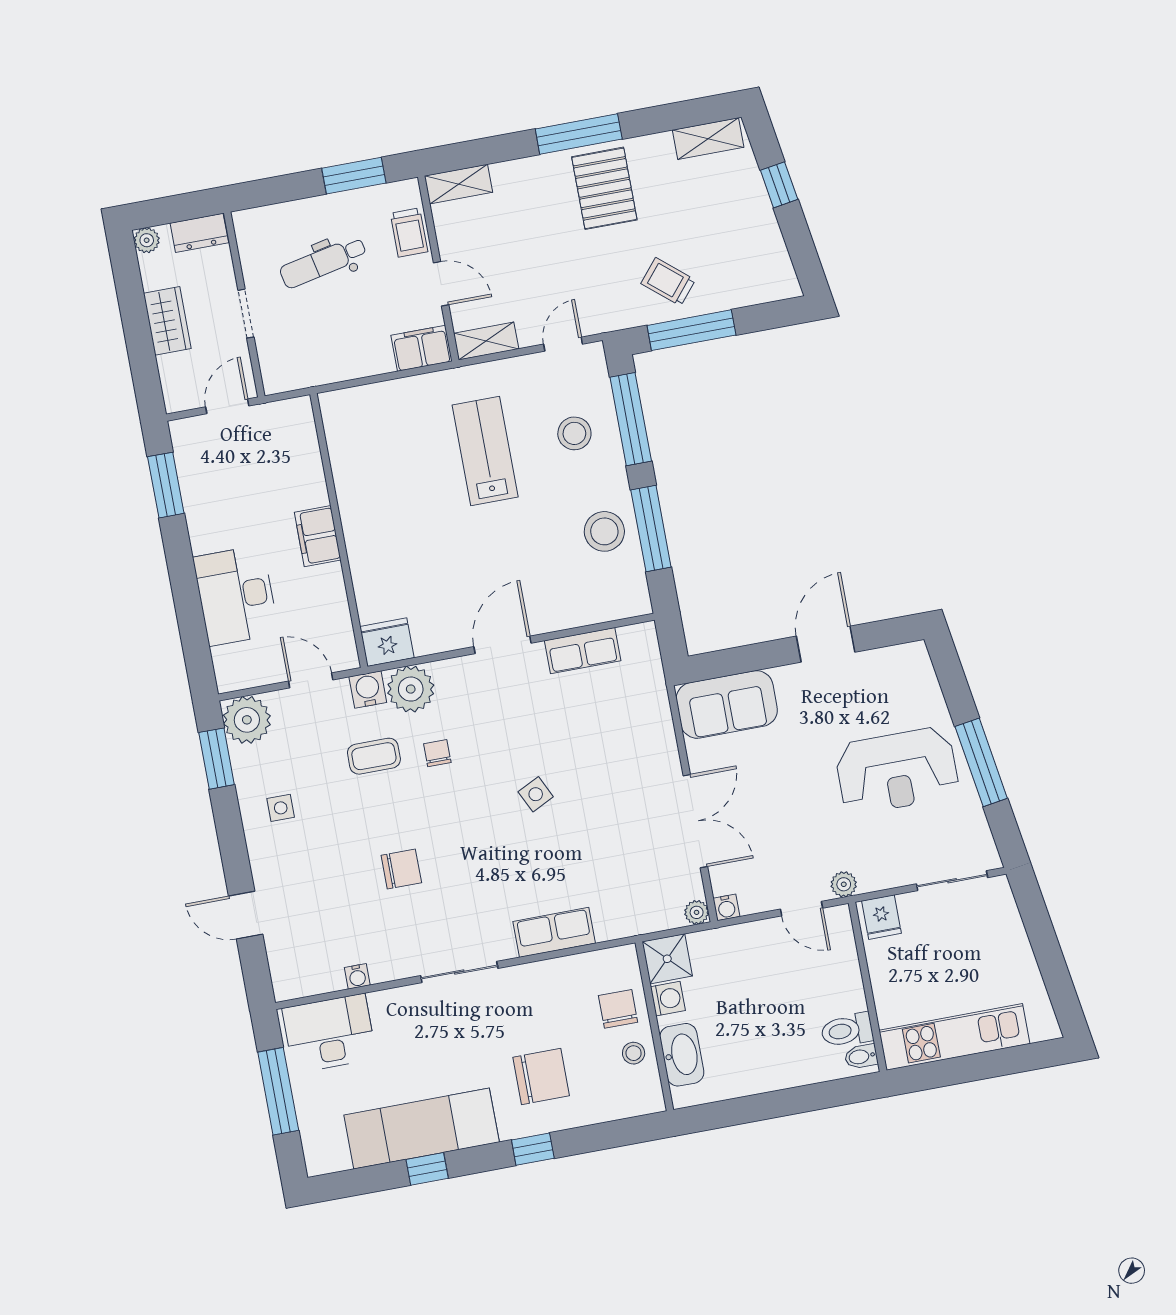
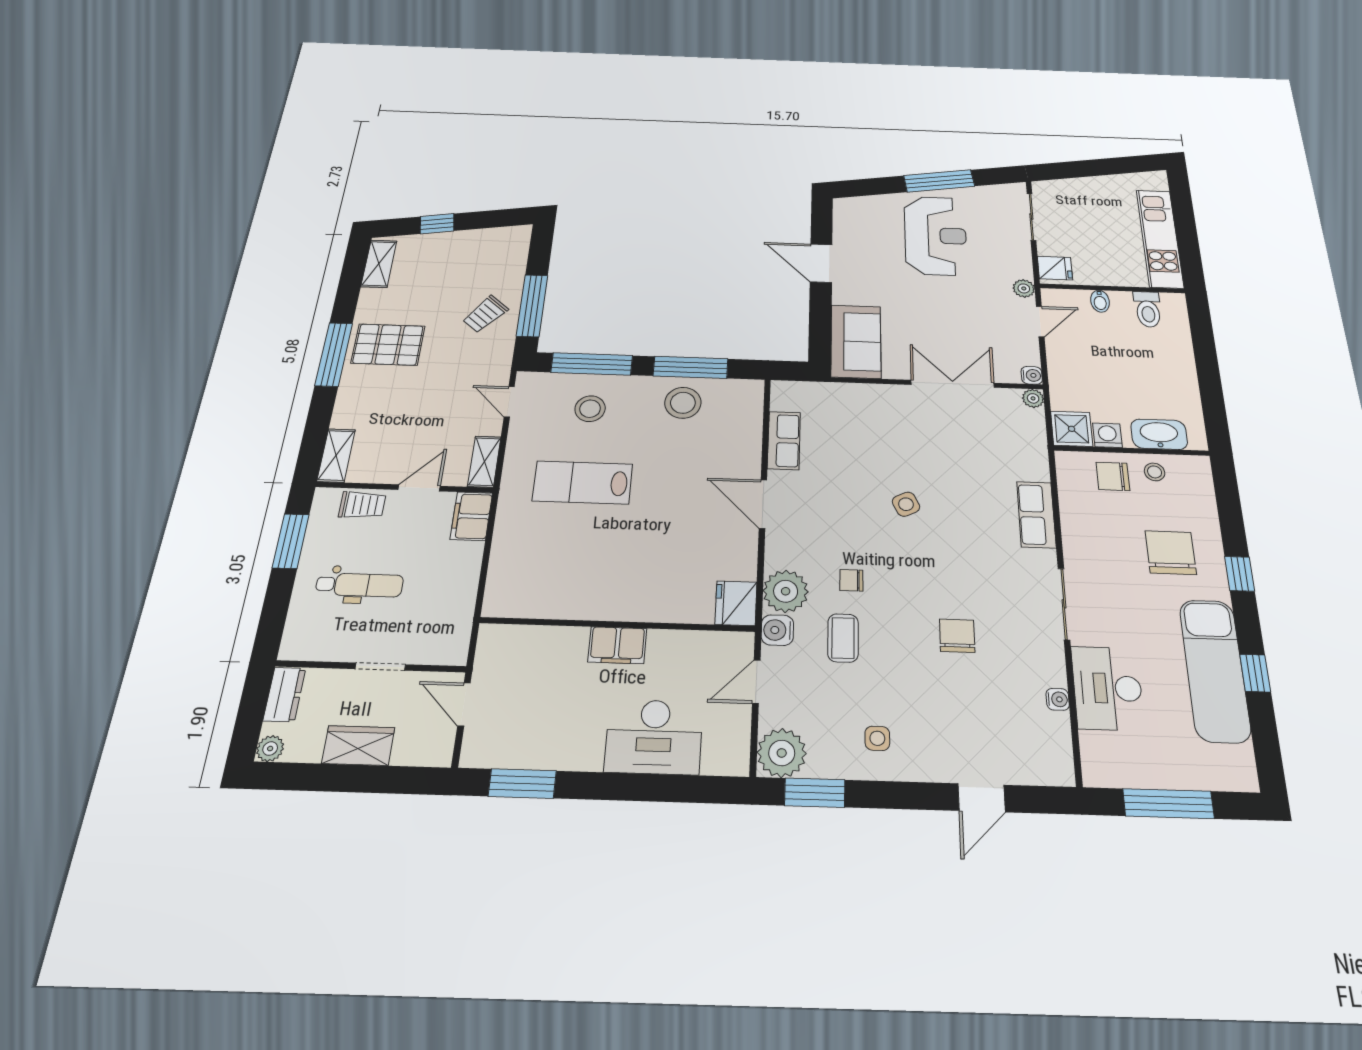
dental chair: (323, 262) -> (359, 585), turned -78
desk: (329, 1033) -> (1108, 688), moved
bidet: (861, 1057) -> (1100, 301), moved

